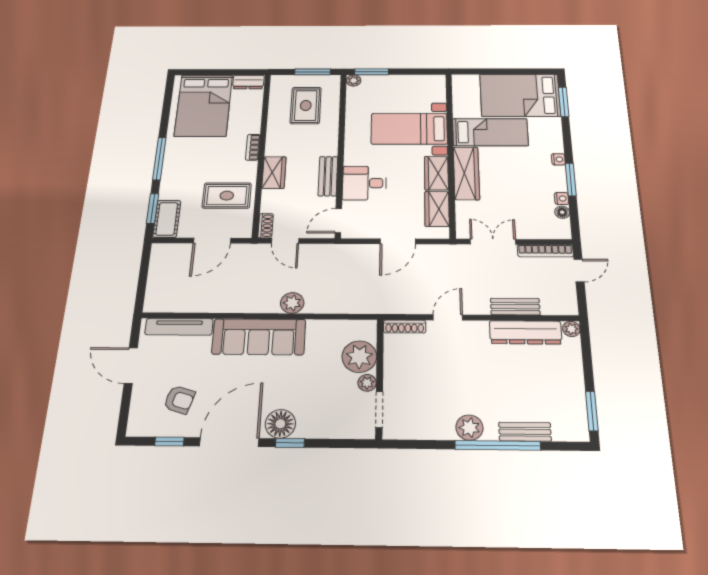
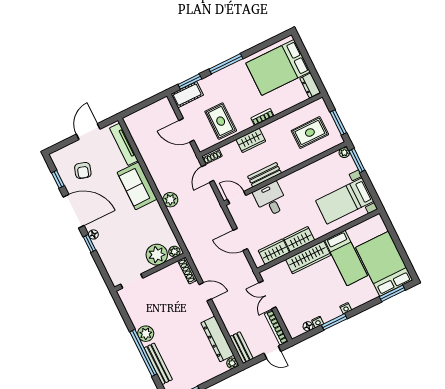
bed with nightstands: (409, 129) -> (345, 201), moved, turned -90
double door: (493, 242) -> (267, 295), swing flipped
bench: (515, 307) -> (241, 348), moved
sofa: (259, 337) -> (137, 186), width x0.73
plant: (367, 383) -> (174, 252), moved
floor lamp: (280, 424) -> (93, 234), width x0.53, depth x0.53
bench: (525, 432) -> (158, 364), width x1.36

